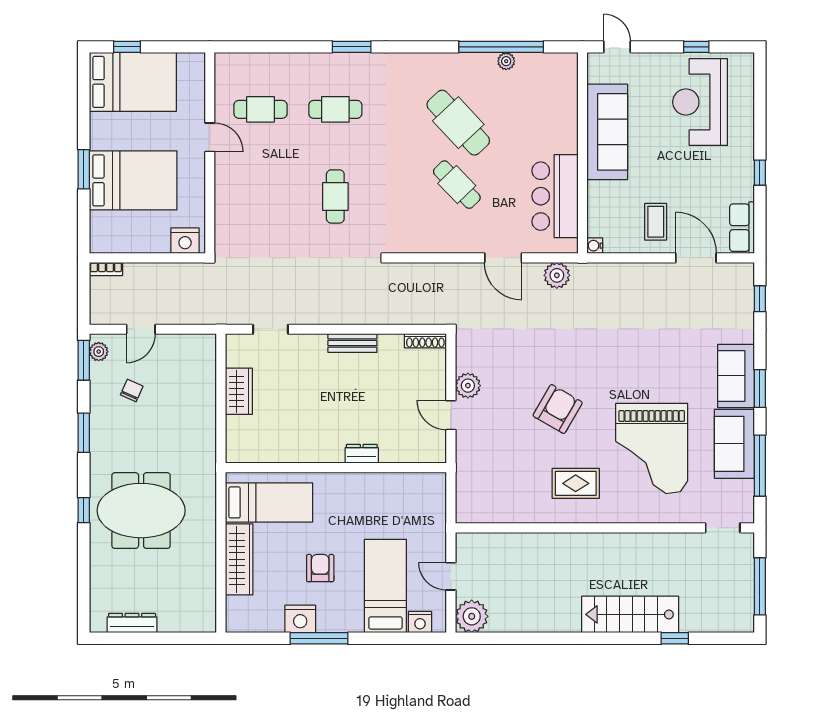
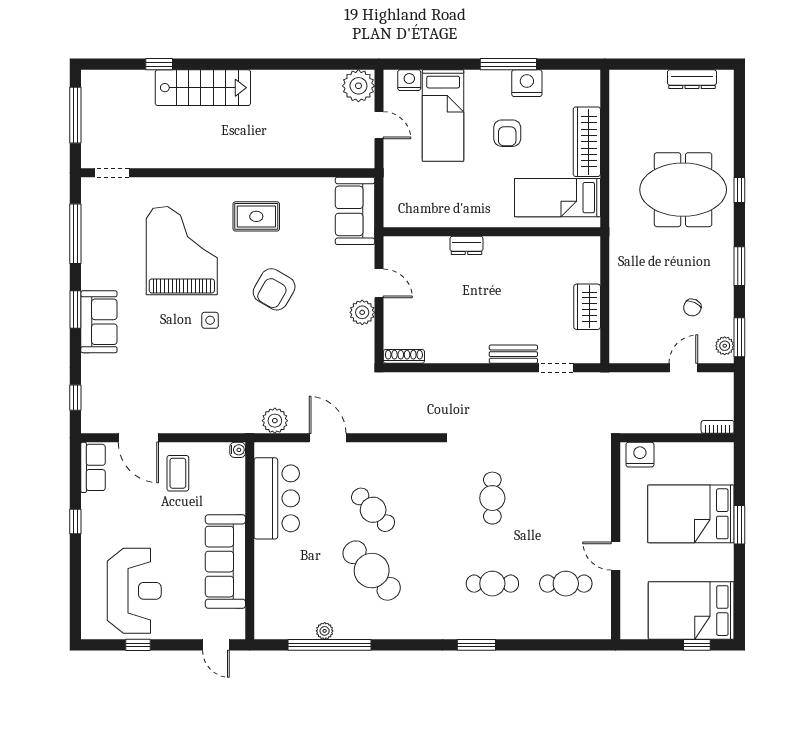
bench: (352, 343) -> (513, 354), moved
side table: (623, 378) -> (210, 320), added
sofa: (734, 444) -> (355, 211), moved, turned 180

